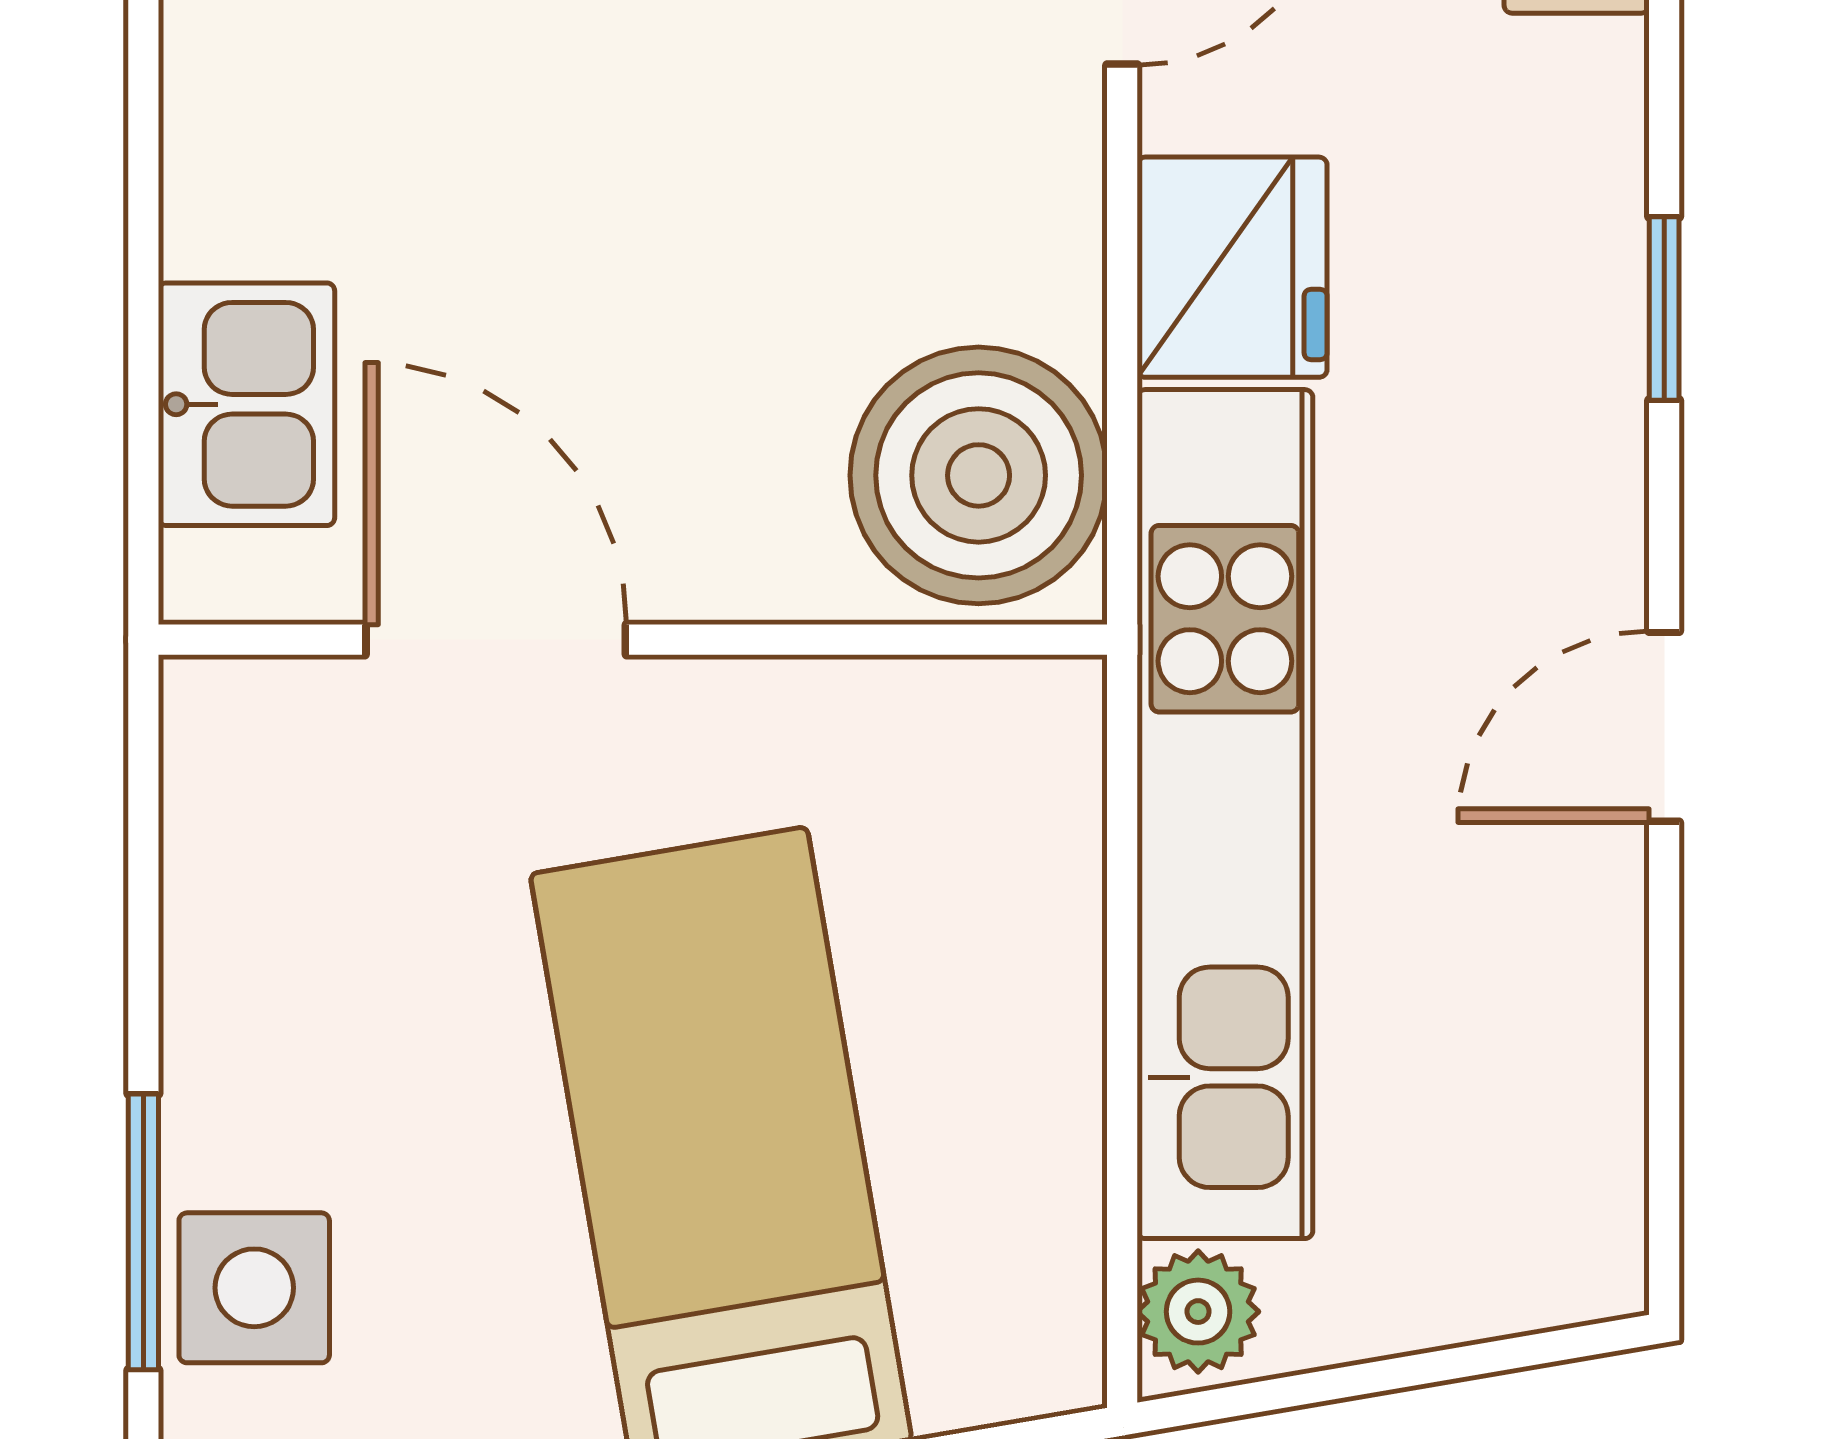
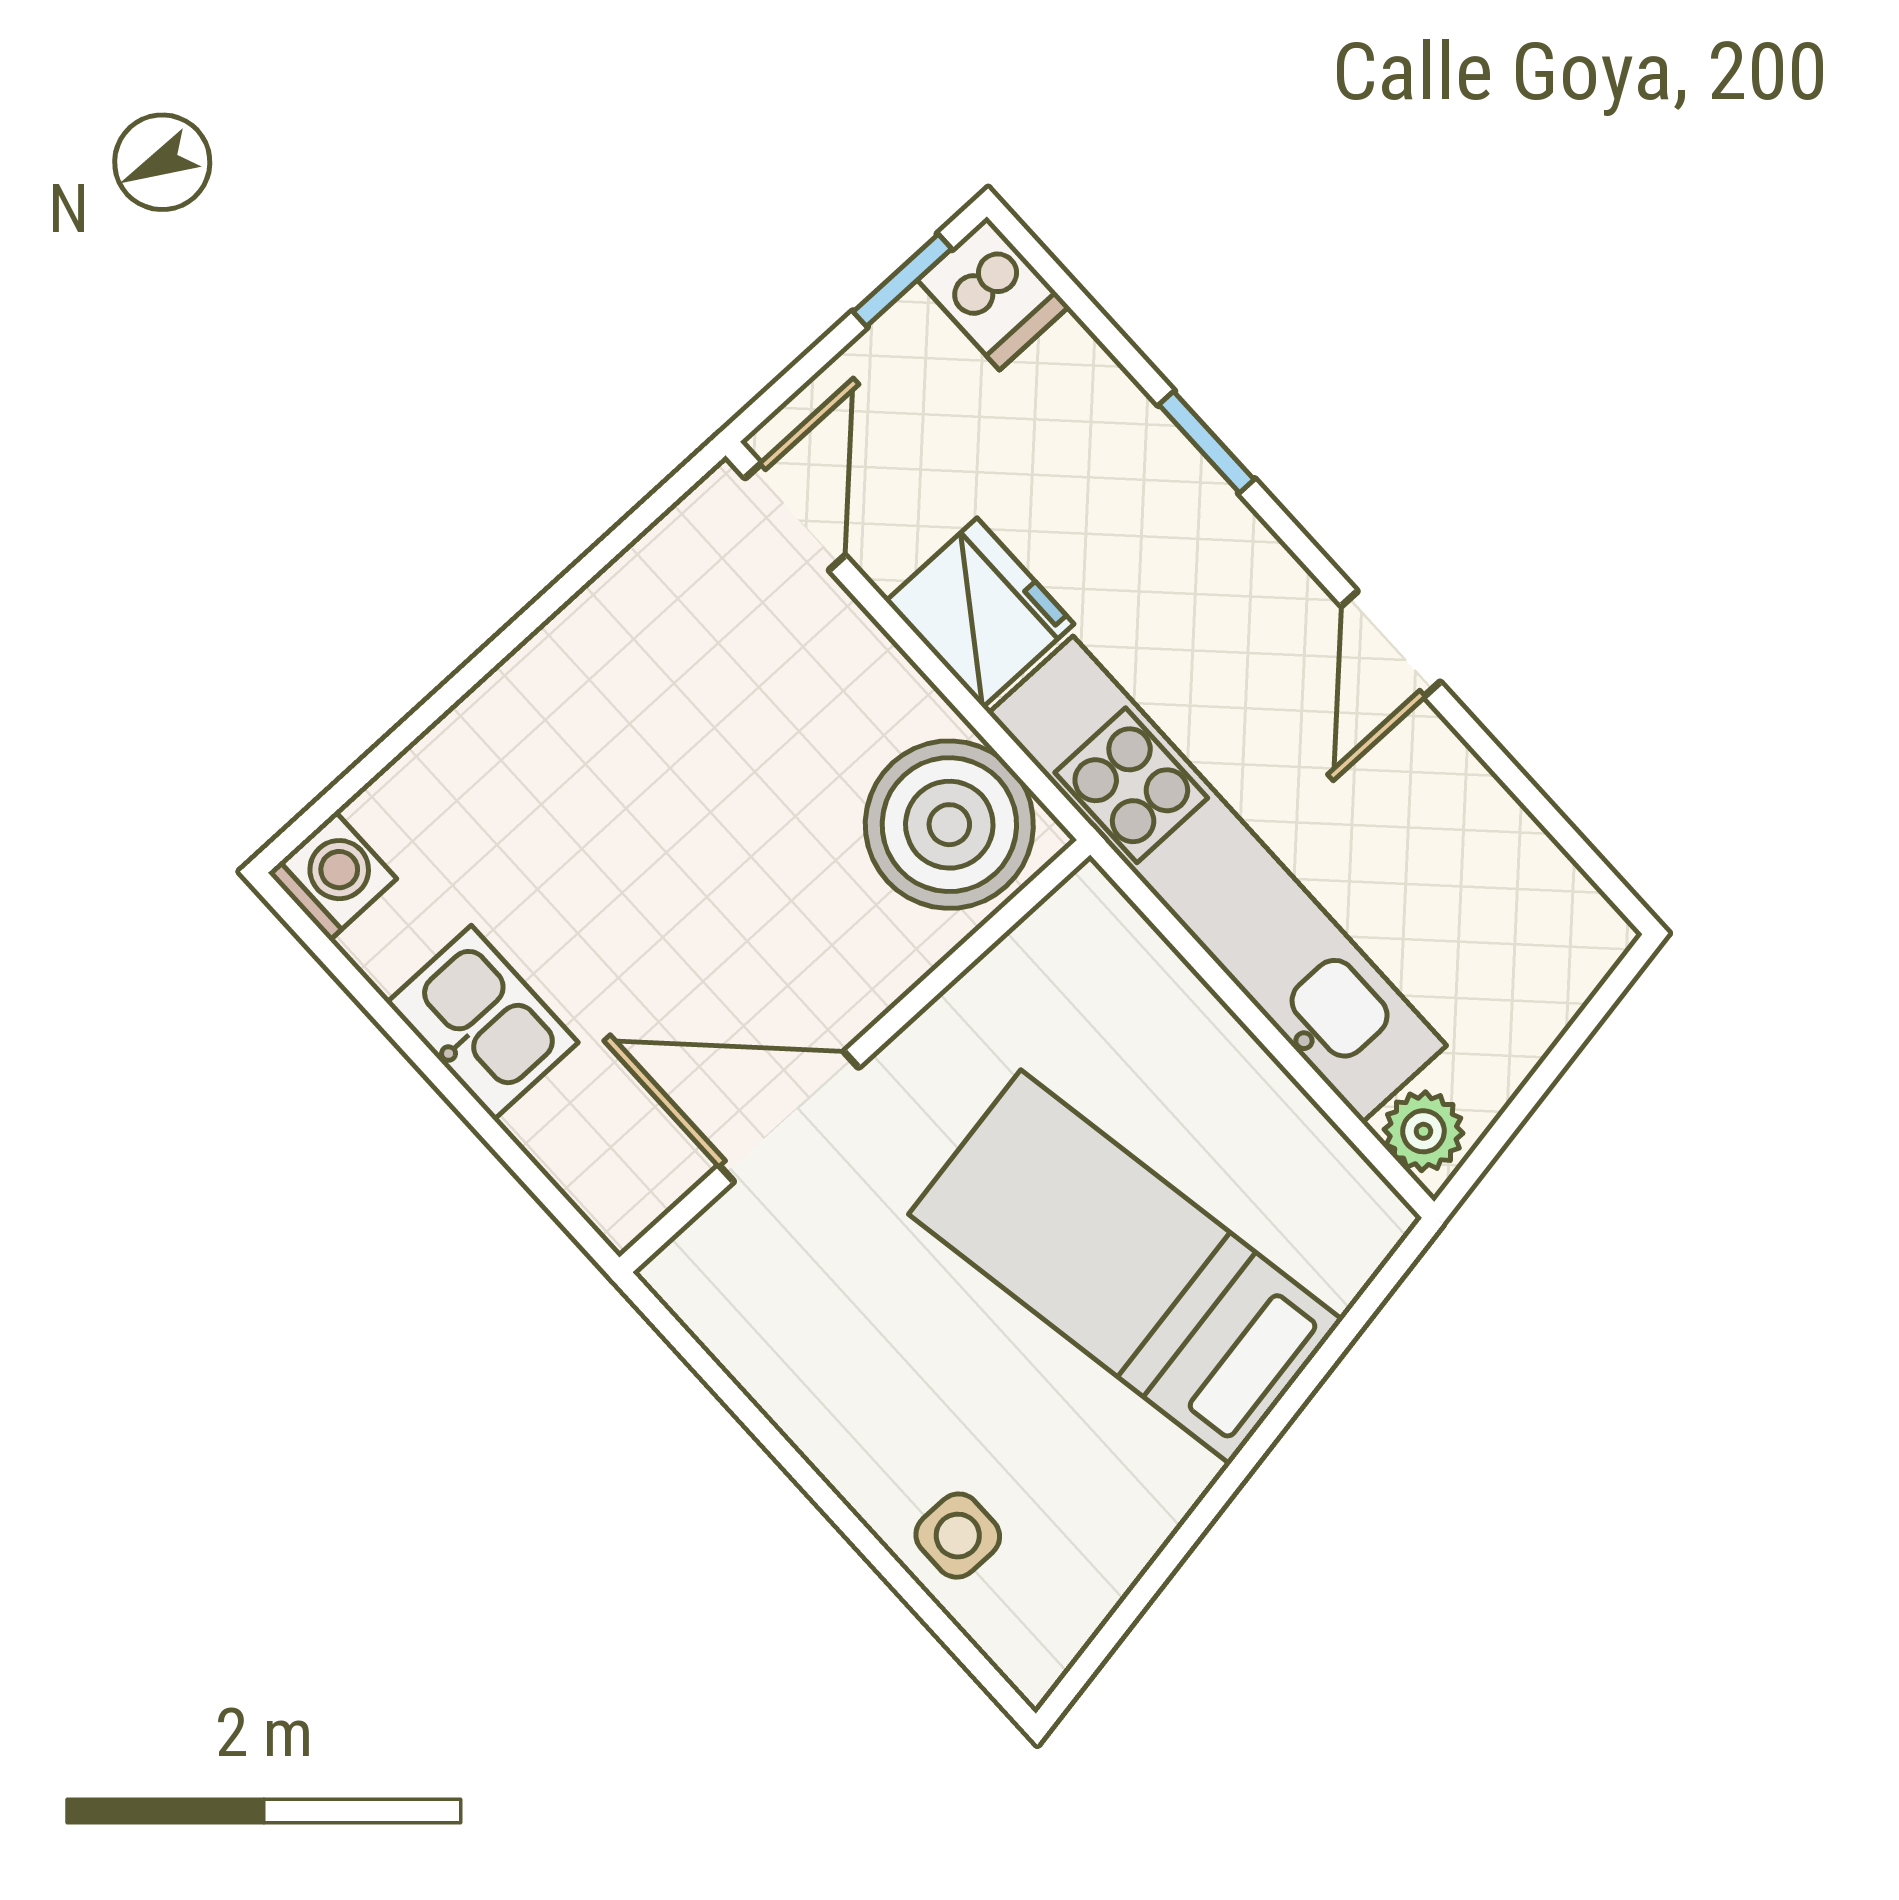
kitchen sink: (247, 404) -> (482, 1022), moved
window: (143, 1232) -> (880, 1557), removed
side table: (254, 1288) -> (958, 1536), width x0.73, depth x0.73

